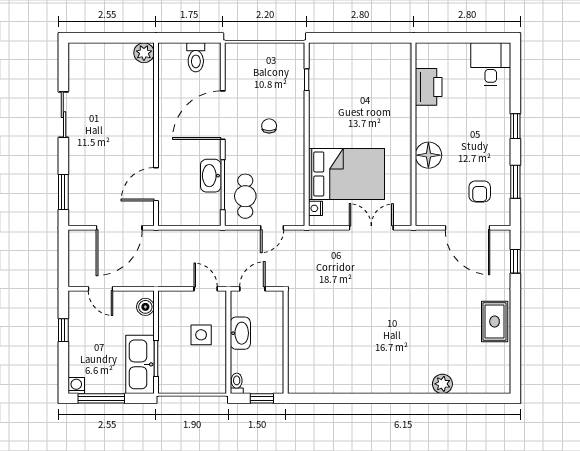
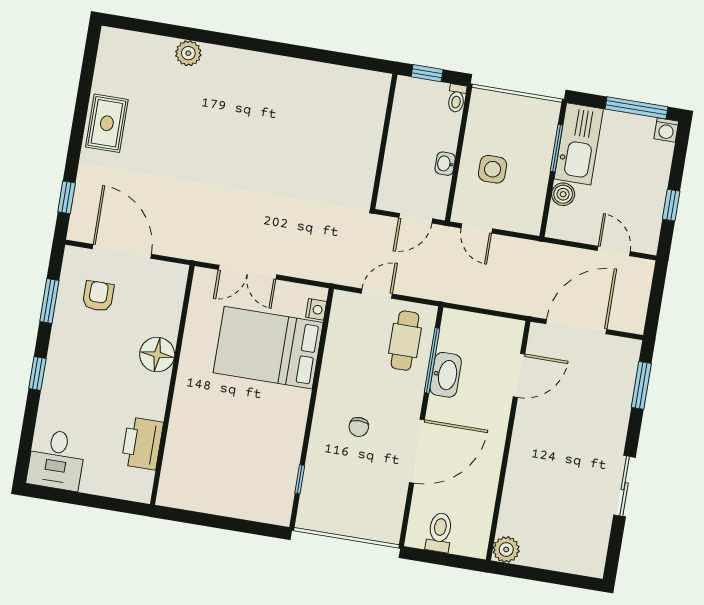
boiler: (145, 307) -> (563, 194), moved
washbasin: (240, 333) -> (445, 164), width x0.52, depth x0.69

